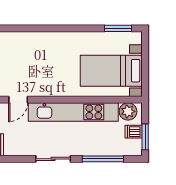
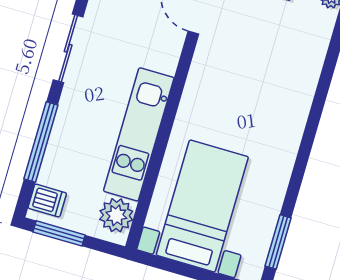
kitchen unit: (73, 112) -> (139, 134), width x0.73
dishwasher: (134, 132) -> (47, 201), moved, turned 90

